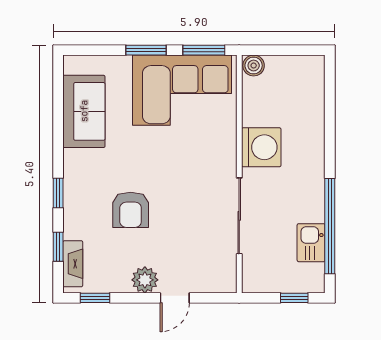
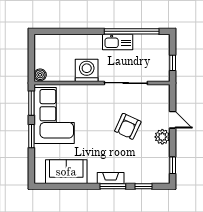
window: (58, 193) -> (113, 186), width x1.50
armchair: (131, 210) -> (128, 126), moved, turned 115
kitchen sink: (311, 243) -> (118, 42), moved, width x1.38
fireplace: (73, 264) -> (111, 178), moved
window: (294, 298) -> (173, 63), moved

